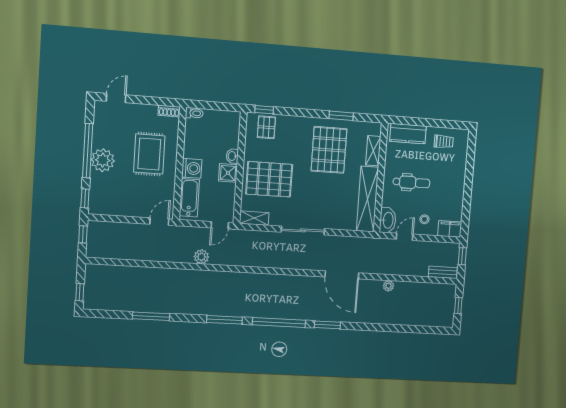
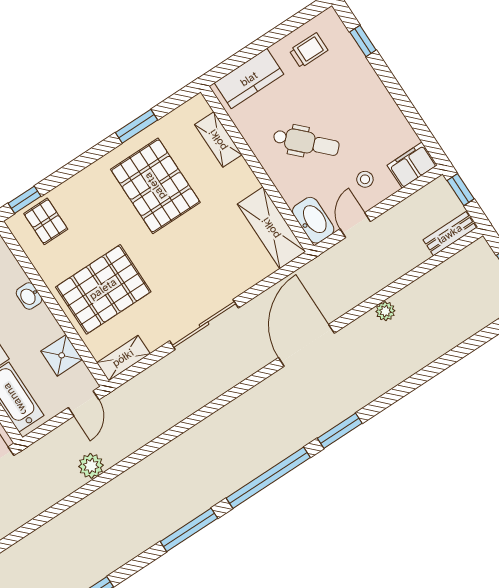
window: (471, 156) -> (363, 41), added
shower: (228, 173) -> (62, 355), moved
dental chair: (411, 182) -> (306, 142), turned 45
shelving: (367, 199) -> (271, 228), width x0.68
door: (342, 275) -> (306, 345), swing flipped

